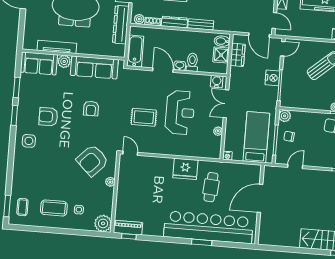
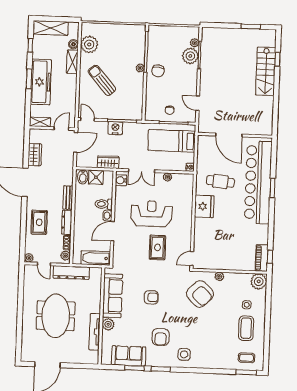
wardrobe: (238, 55) -> (108, 162), moved
sofa: (39, 63) -> (129, 356), moved, turned -90
plant: (285, 116) -> (150, 115), removed

